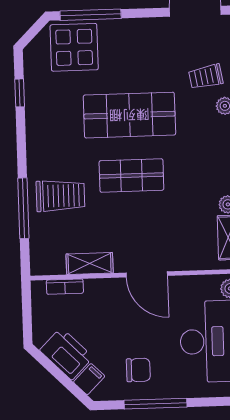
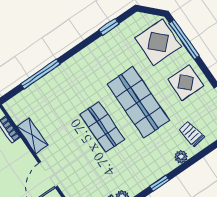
display table: (142, 45) -> (186, 83), added
trolley: (60, 196) -> (62, 92), removed

